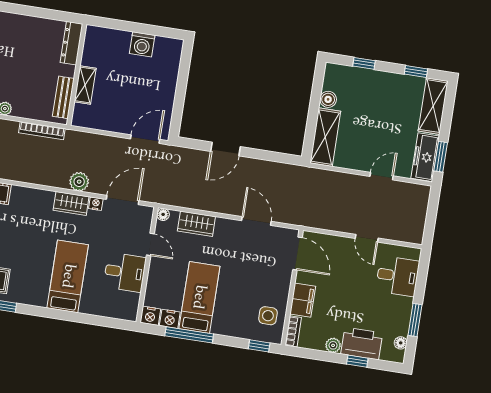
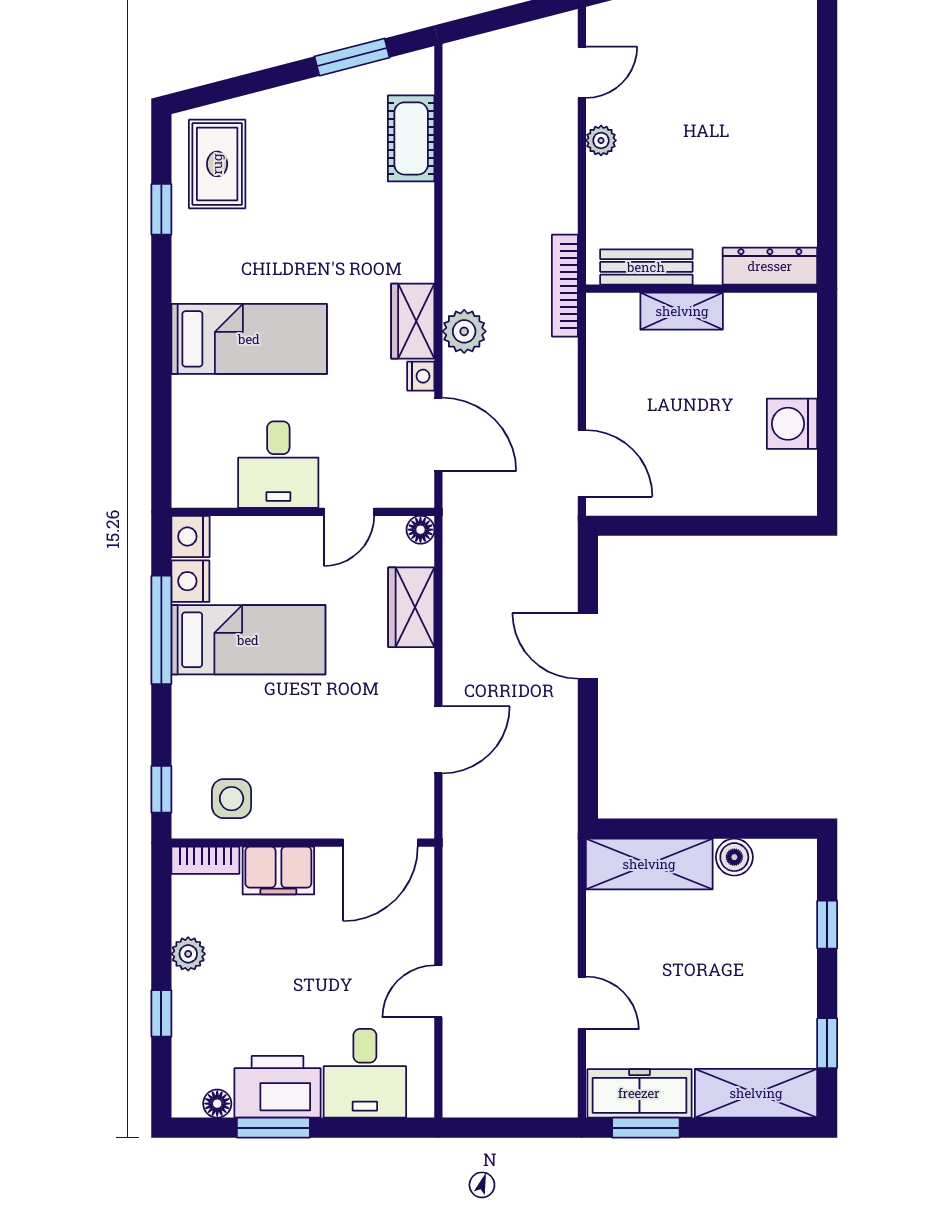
bookcase: (42, 131) -> (565, 286), moved
printer: (362, 344) -> (278, 1087), moved, turned -90

